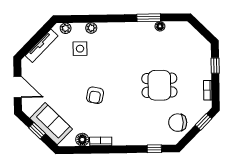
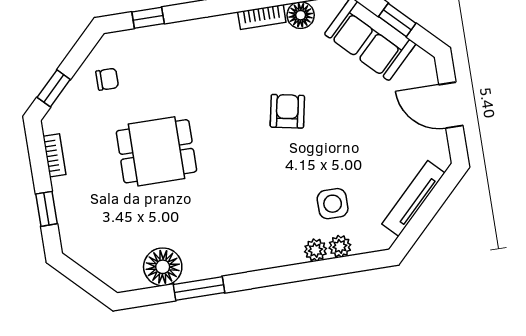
floor lamp: (160, 26) -> (163, 267), width x1.89, depth x1.89
plant: (66, 28) -> (340, 246), moved
chair: (178, 123) -> (107, 79), width x0.54, depth x0.54

